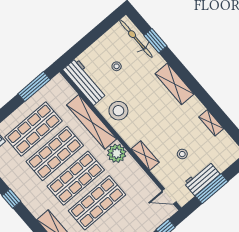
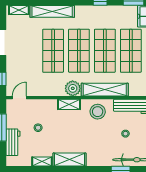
shelving: (175, 84) -> (69, 160), moved
shelving: (145, 156) -> (69, 104), moved
workbench: (202, 179) -> (13, 142), moved

